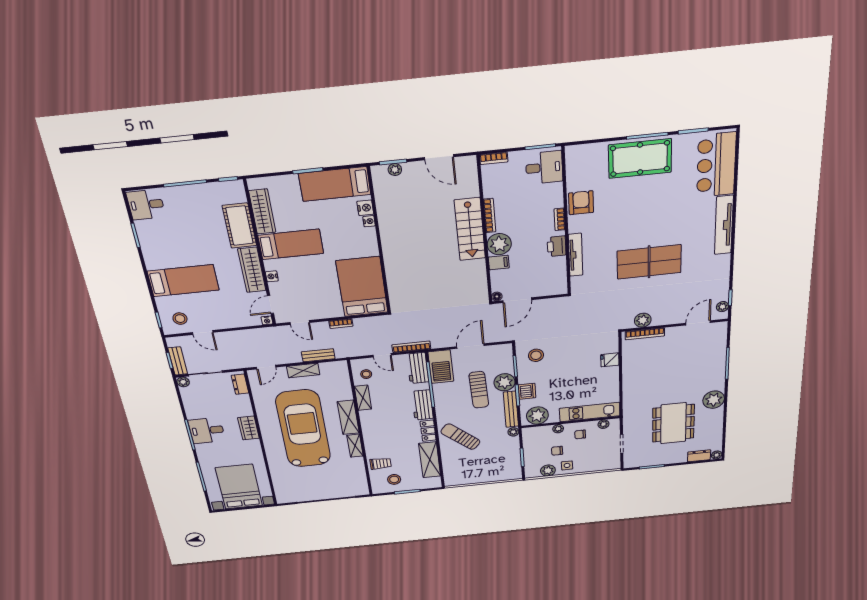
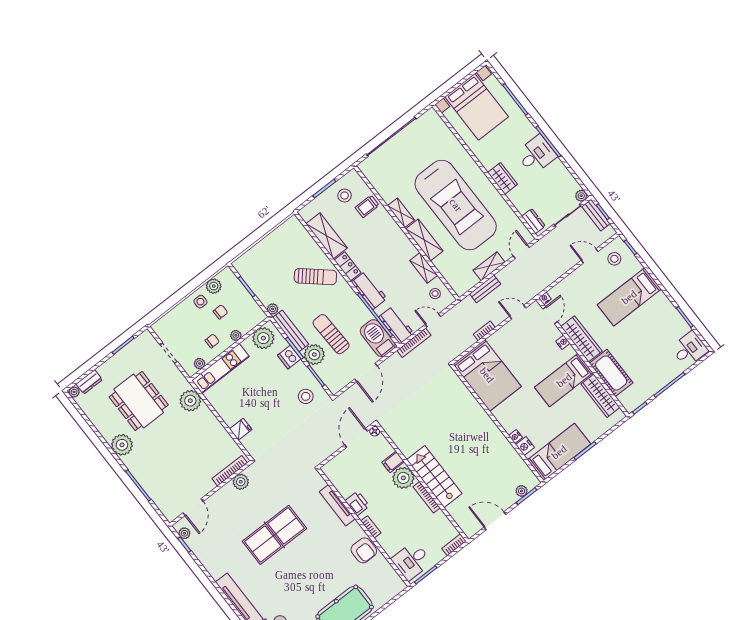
plant: (633, 402) -> (190, 401), added

